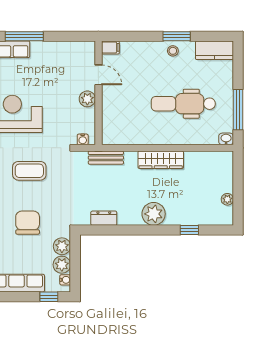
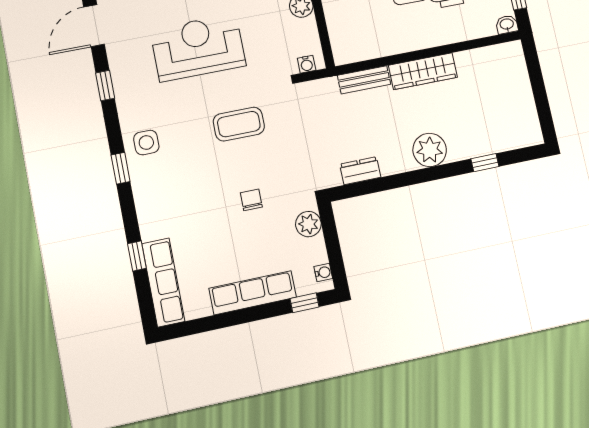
bench: (106, 158) -> (364, 80), moved
plant: (227, 199) -> (528, 108), removed
chair: (28, 223) -> (251, 200), width x0.54, depth x0.54
plant: (62, 265) -> (314, 251), removed

